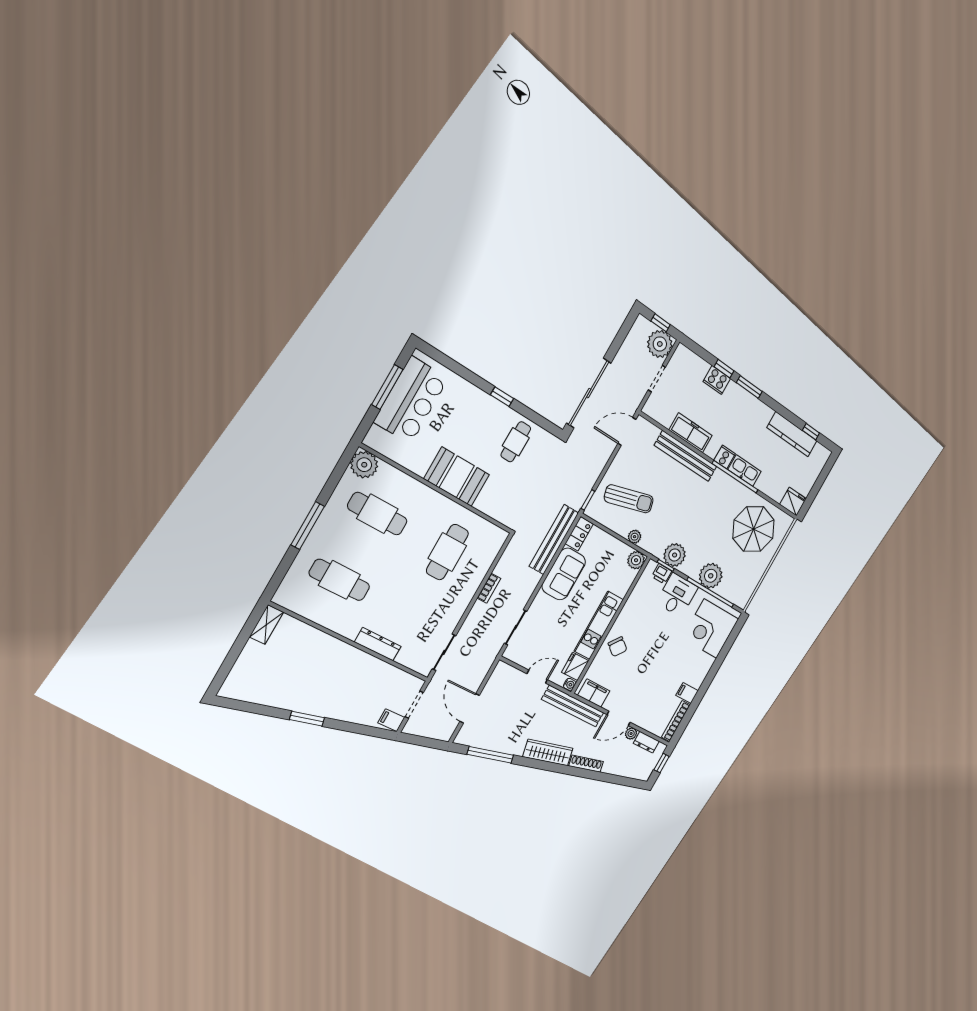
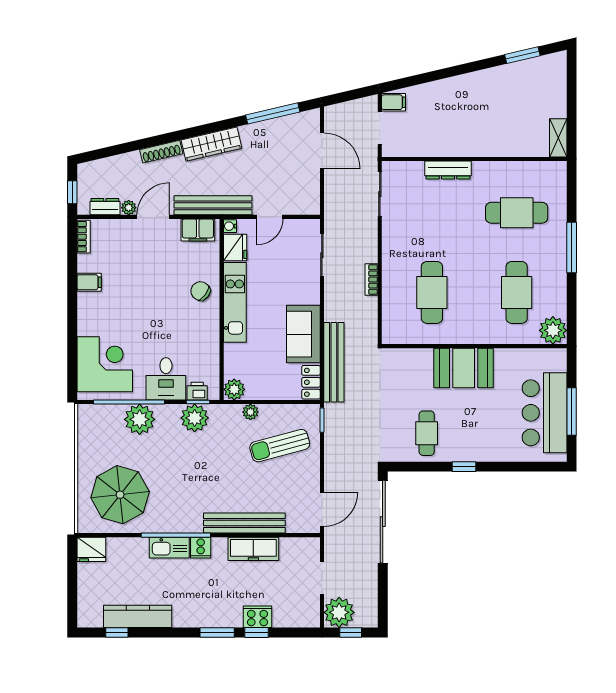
cafe table: (377, 514) -> (517, 292), turned 90
window: (307, 719) -> (522, 55), moved
bookcase: (676, 721) -> (84, 237), width x0.64

